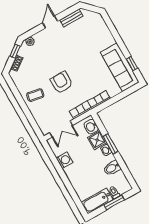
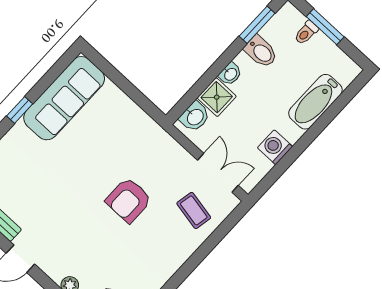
window: (132, 64) -> (20, 110), moved
coffee table: (35, 95) -> (194, 210), moved
bookcase: (90, 105) -> (154, 132), removed
window: (110, 144) -> (257, 25), moved
bathtub: (97, 201) -> (315, 102), moved, turned 90

